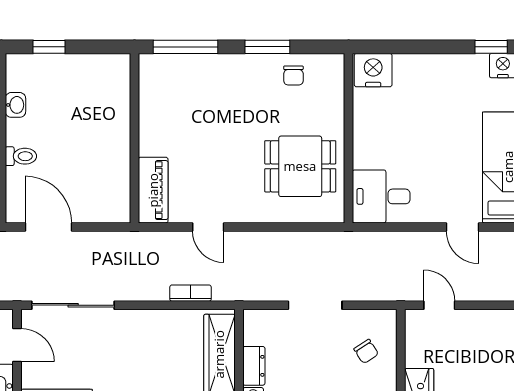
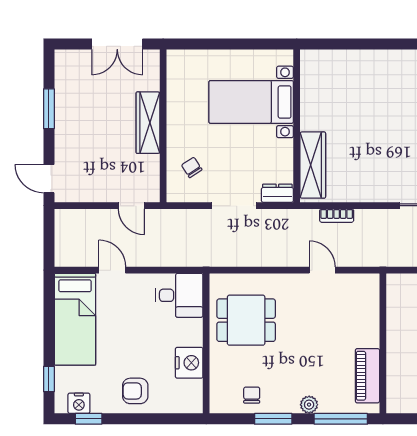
plant: (224, 64) -> (309, 405), added
nightstand: (373, 70) -> (189, 363), moved, turned -90
armchair: (435, 81) -> (135, 391), added
piano: (153, 190) -> (367, 376), moved
dresser: (254, 366) -> (277, 193), moved, turned 90

